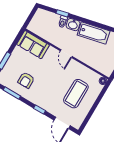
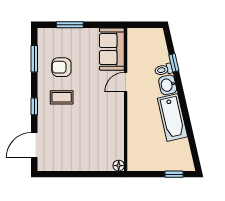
door: (66, 54) -> (126, 82), moved
coffee table: (76, 94) -> (62, 97), moved, width x0.54, depth x0.58

